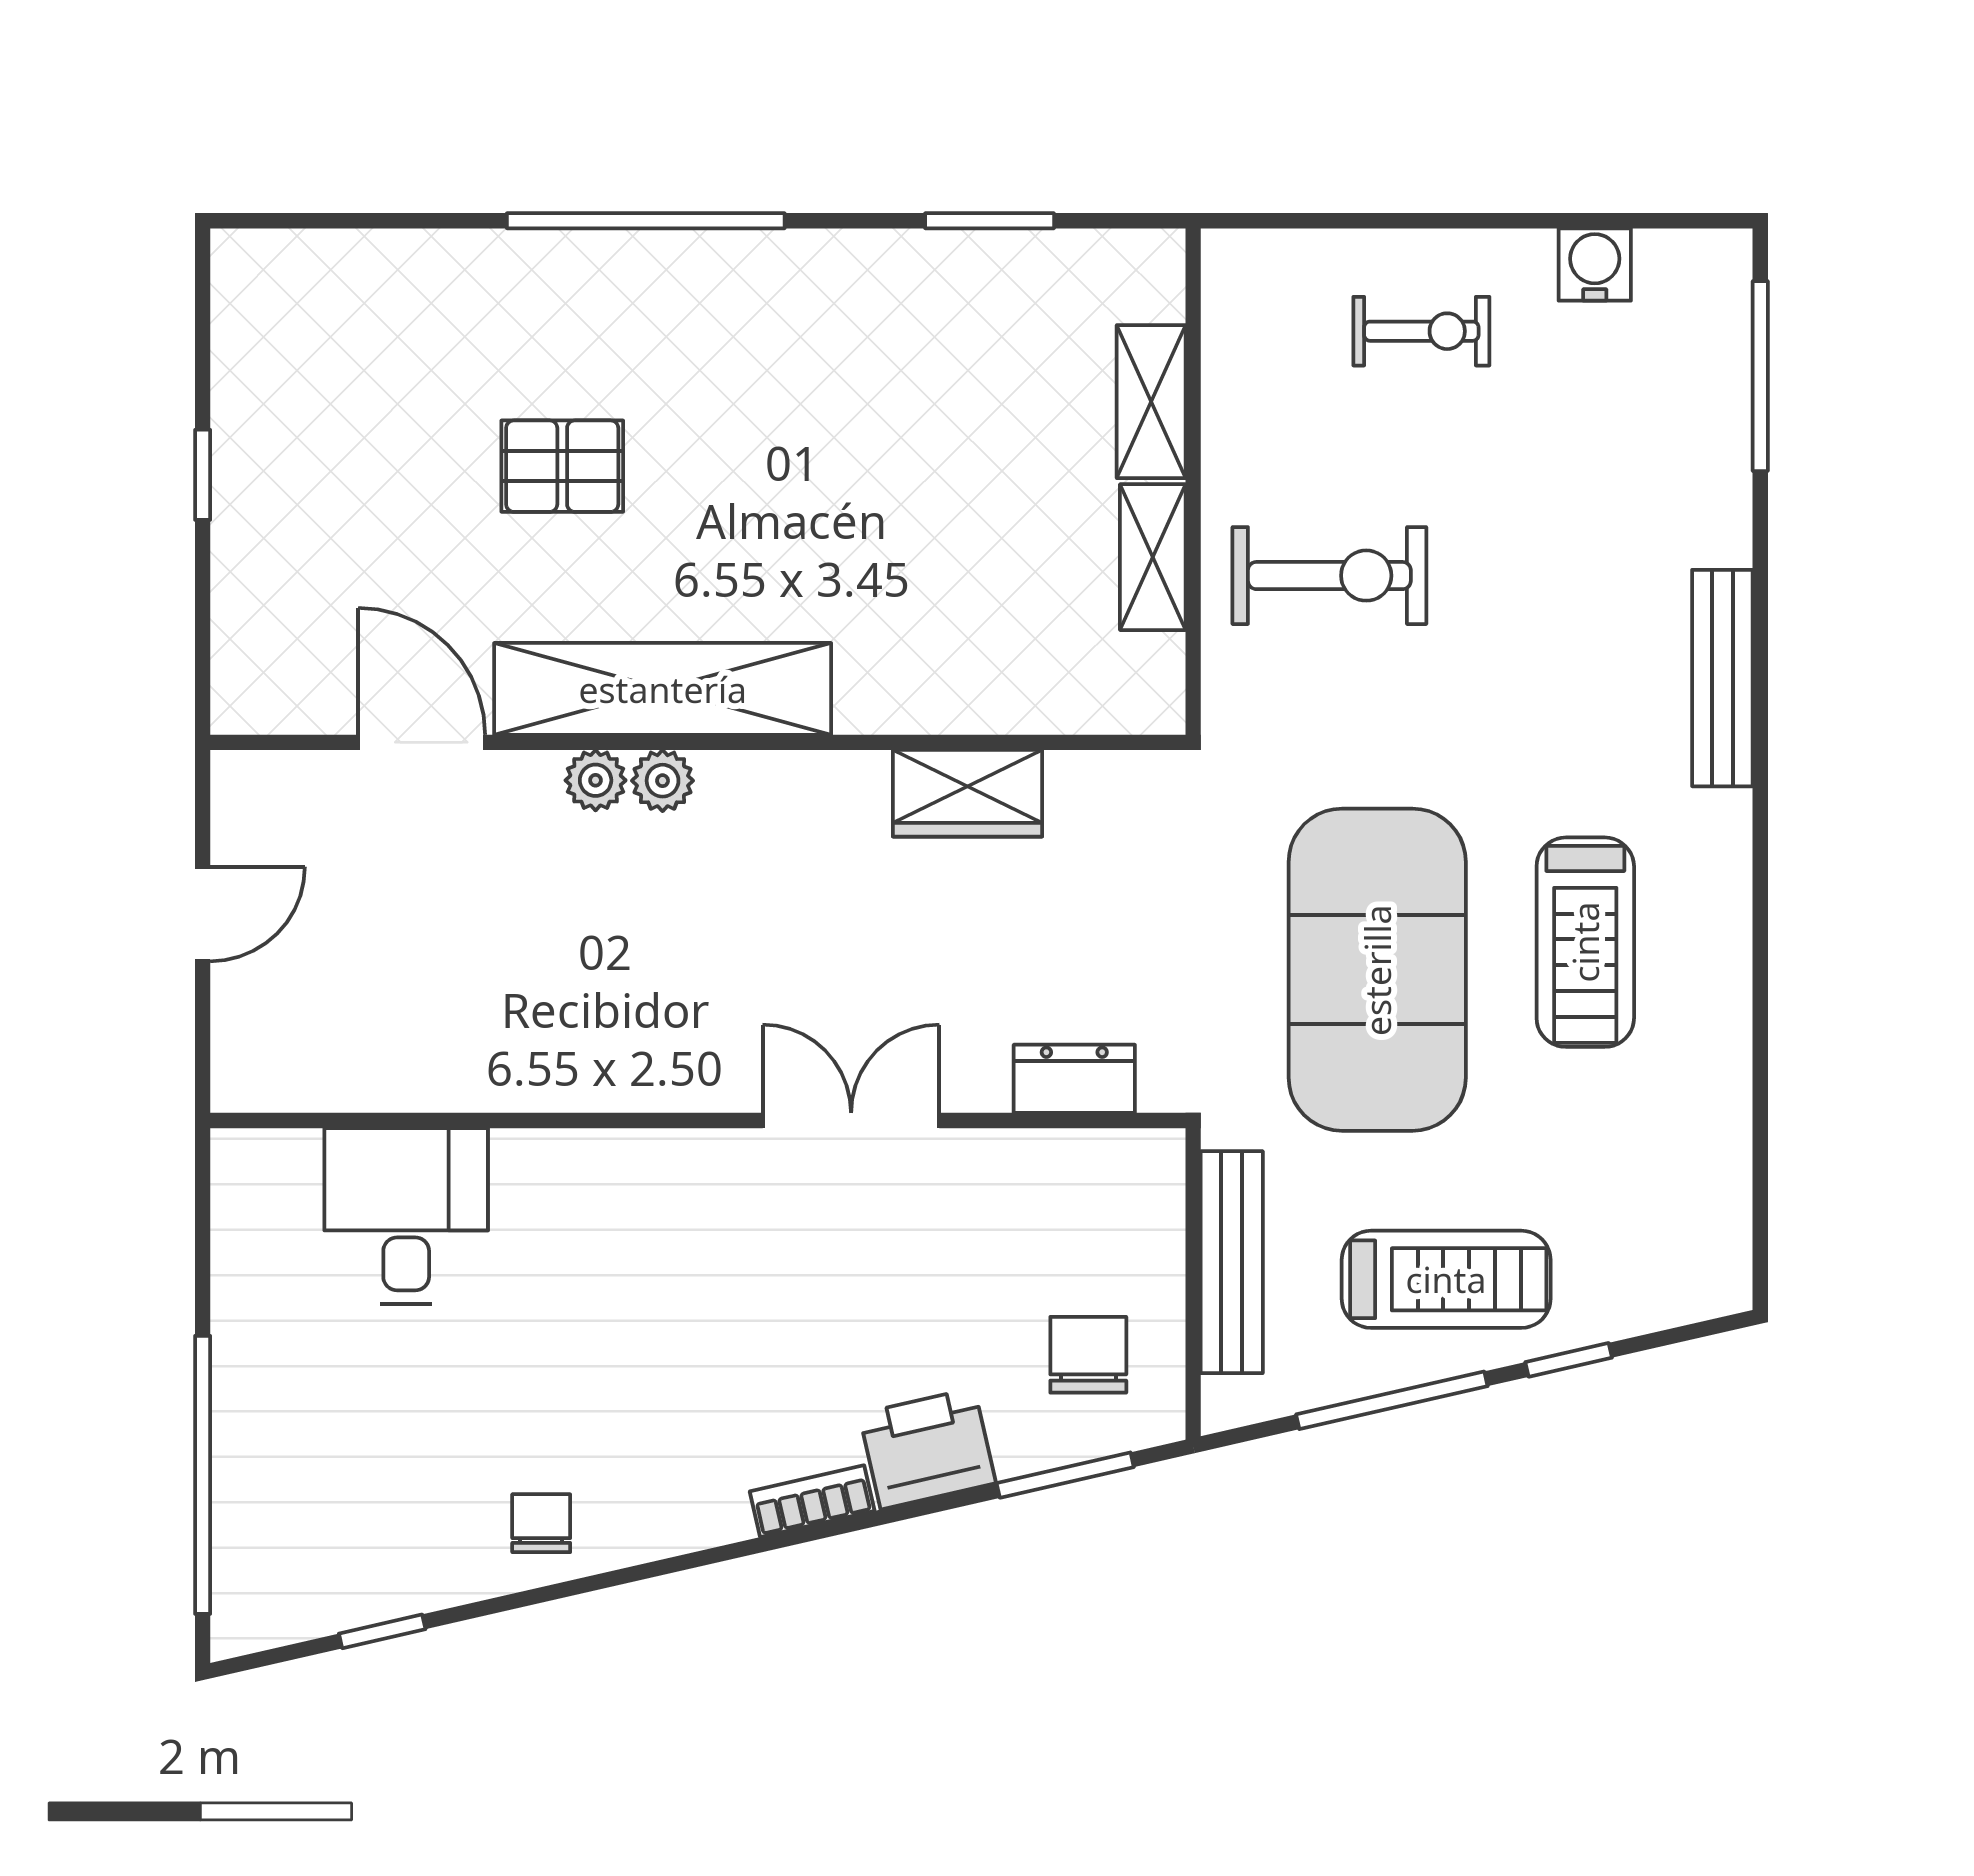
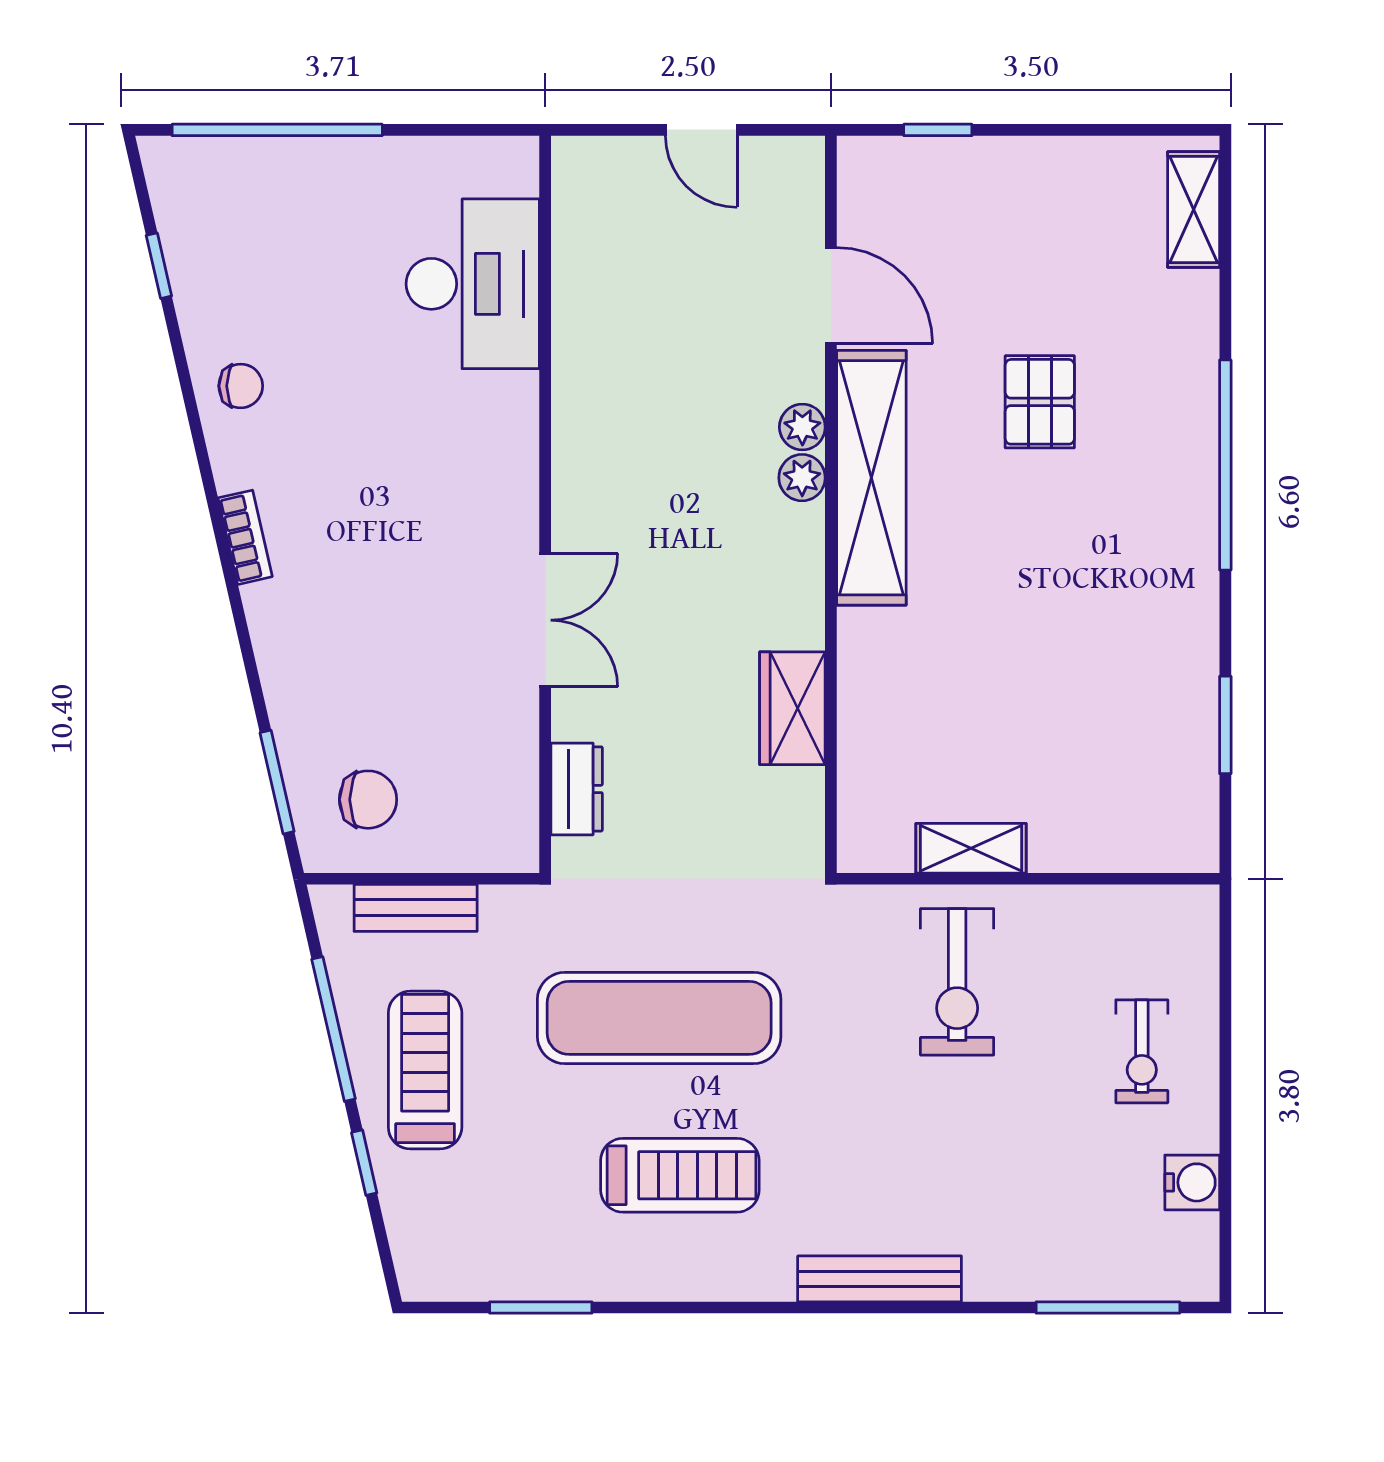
shelving: (1151, 402) -> (1194, 209), moved, turned 90
window: (203, 475) -> (938, 130), moved
door: (422, 742) -> (831, 296), hinge flipped
treadmill: (1585, 942) -> (680, 1175), turned 180
exercise mat: (1377, 970) -> (659, 1018), width x0.68
window: (1760, 1126) -> (541, 1307), added
desk: (406, 1216) -> (473, 284), width x1.37
bench: (1232, 1262) -> (416, 908), width x0.73
treadmill: (1446, 1279) -> (425, 1070), turned 180
printer: (927, 1449) -> (297, 678), removed
bookcase: (812, 1501) -> (245, 537), moved

